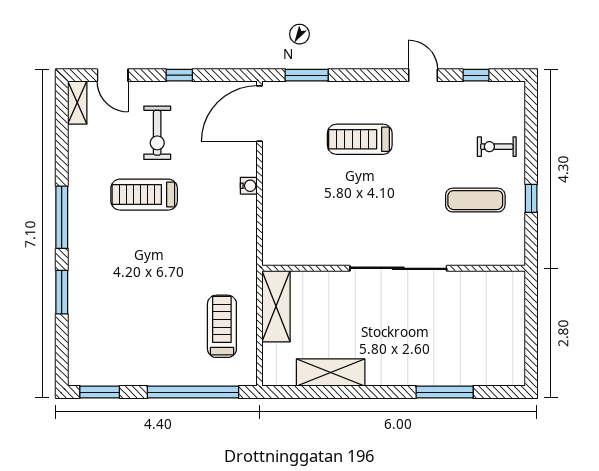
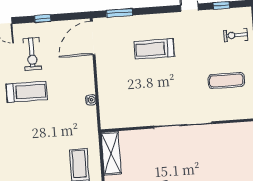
exercise bike: (497, 147) -> (236, 35), moved
water cooler: (249, 186) -> (91, 100), moved
treadmill: (144, 195) -> (27, 92), turned 180

